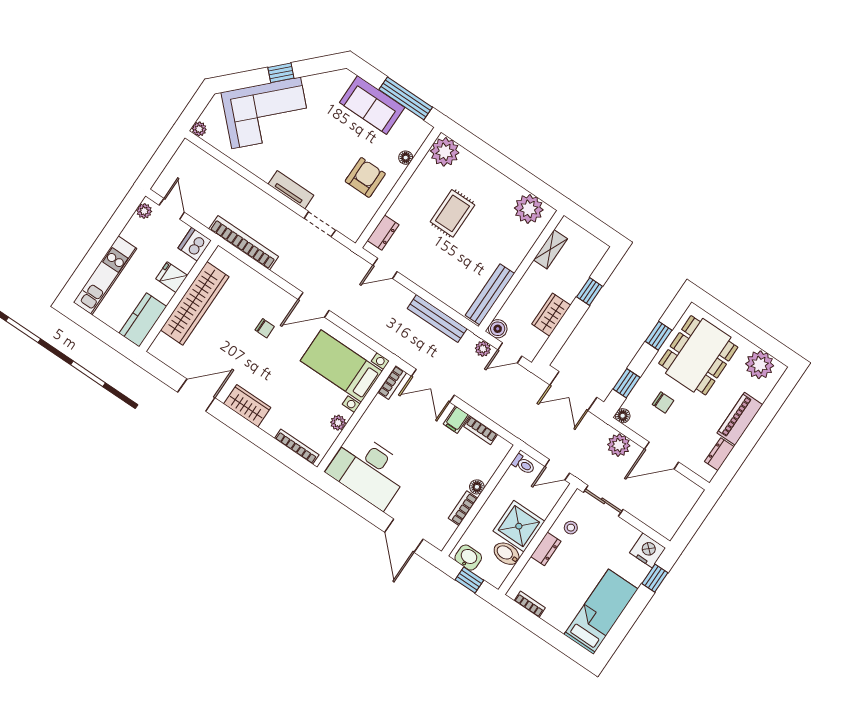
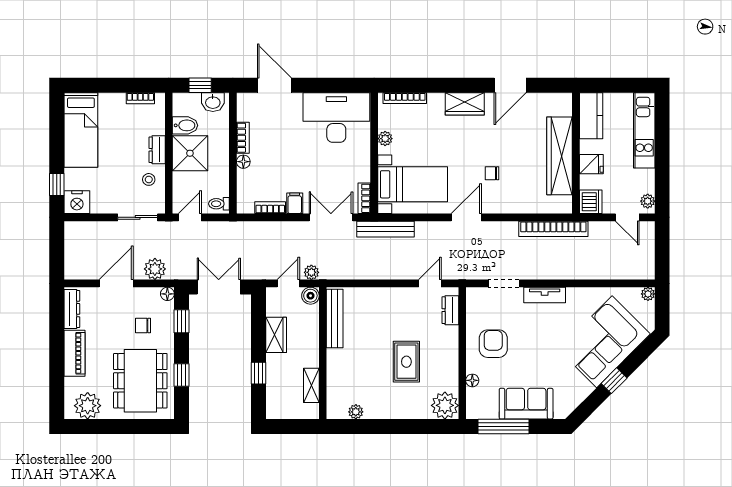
armchair: (365, 177) -> (493, 344), turned 180
plant: (529, 209) -> (356, 412), width x0.53, depth x0.53
bench: (437, 319) -> (386, 229), moved
dresser: (719, 454) -> (72, 309), width x1.44

